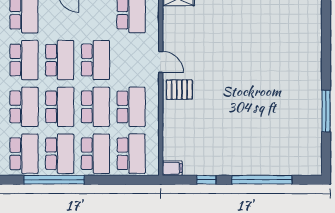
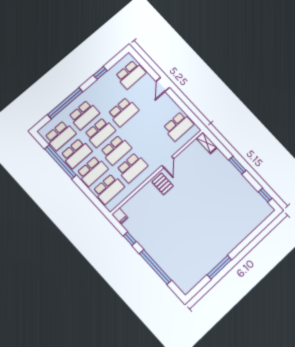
school desk: (24, 60) -> (107, 94), removed
school desk: (95, 60) -> (139, 129), removed

